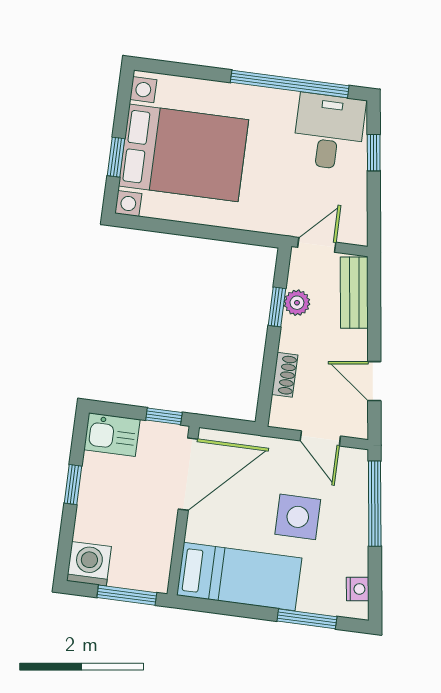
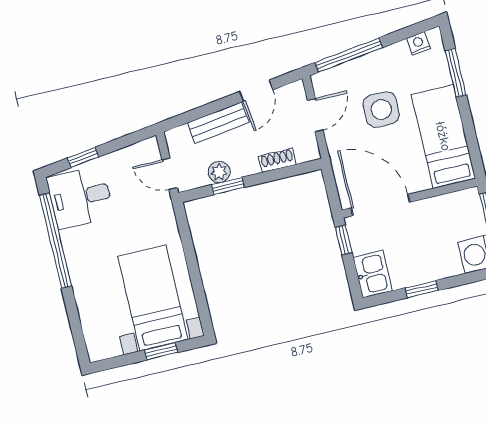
bed with nightstands: (184, 153) -> (153, 298), width x0.73
bench: (354, 293) -> (218, 123), moved

